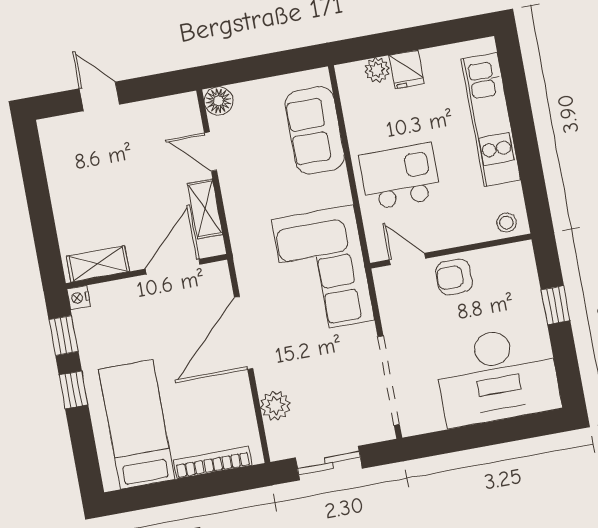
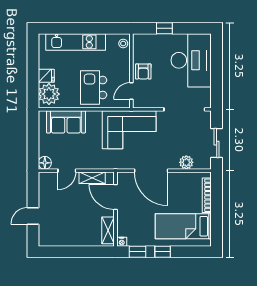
plant: (377, 70) -> (49, 94), width x1.87, depth x1.87

